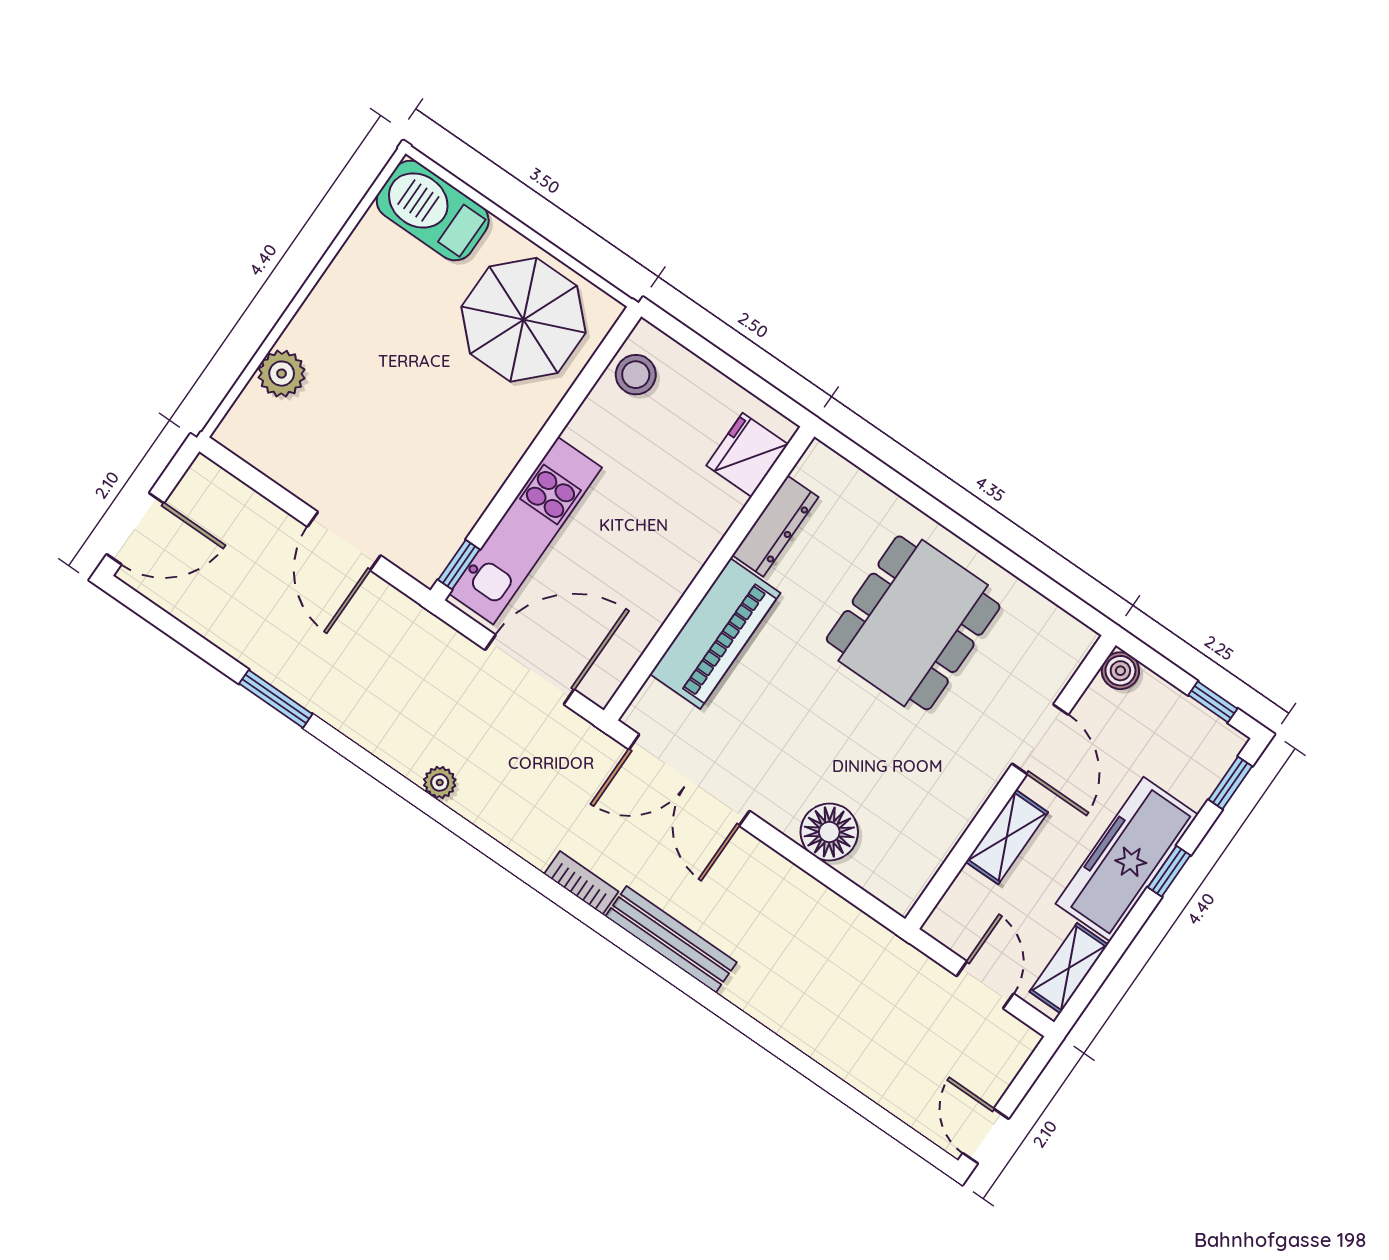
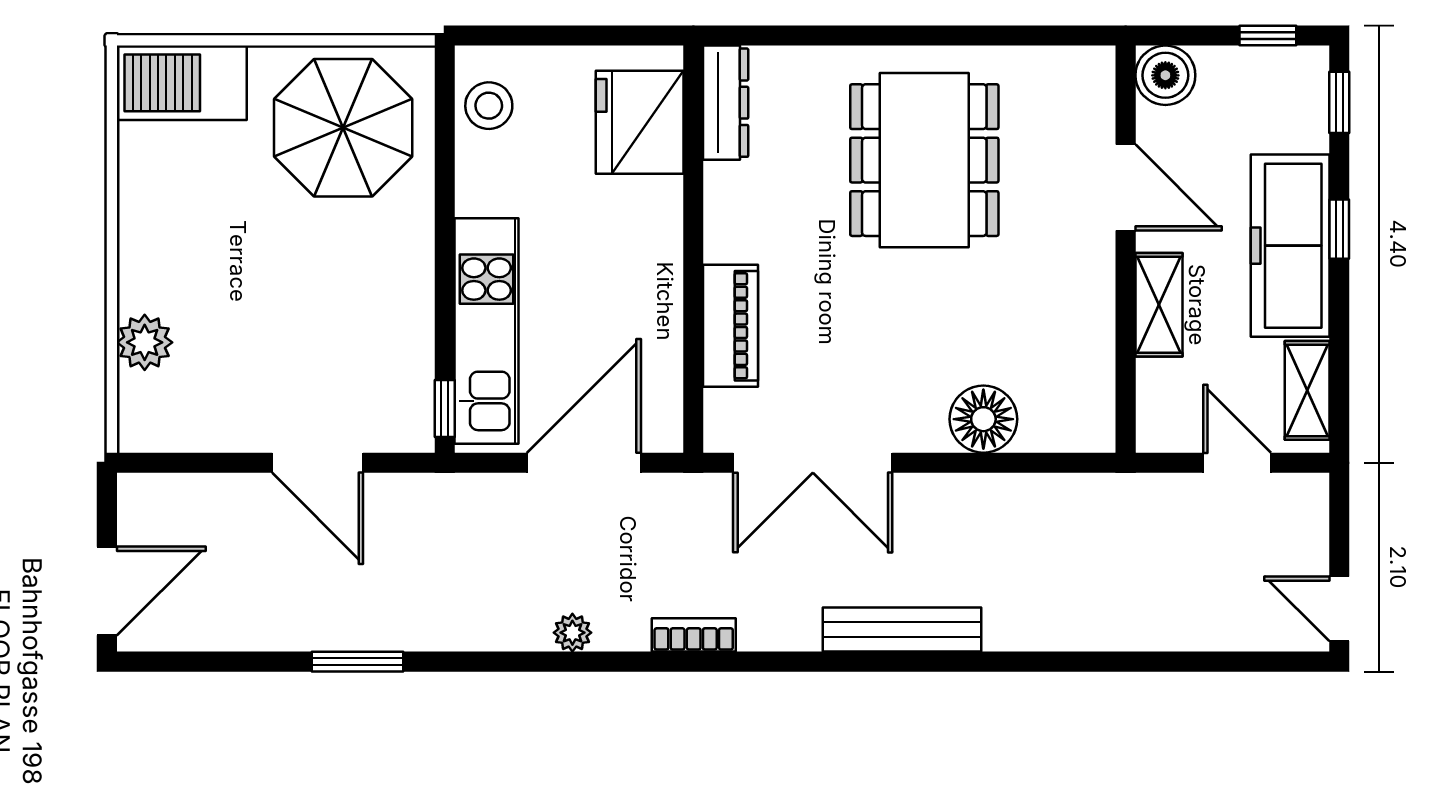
fridge: (747, 455) -> (640, 122), width x1.36, depth x1.34
dresser: (775, 526) -> (726, 103), moved
piano: (715, 634) -> (731, 326), width x0.73, depth x0.75
boiler: (1120, 671) -> (1165, 75), width x1.36, depth x1.36
bookcase: (581, 883) -> (694, 635), moved

